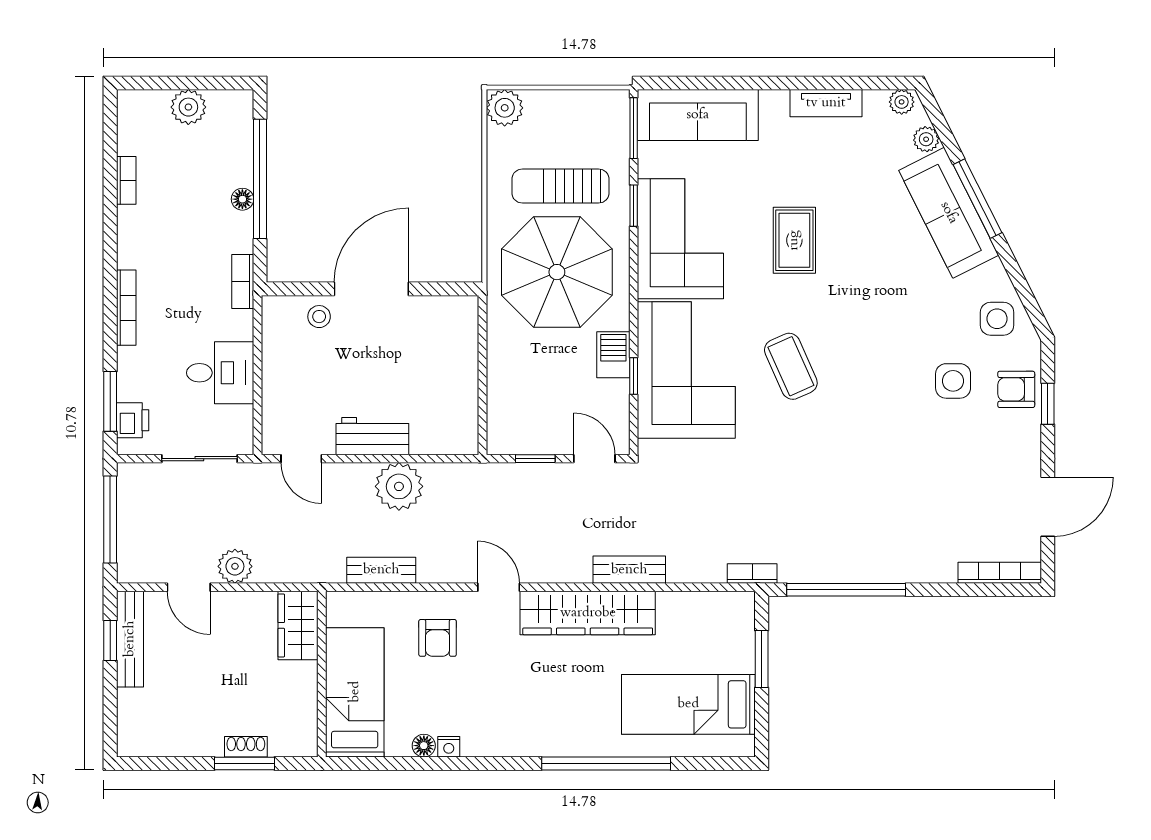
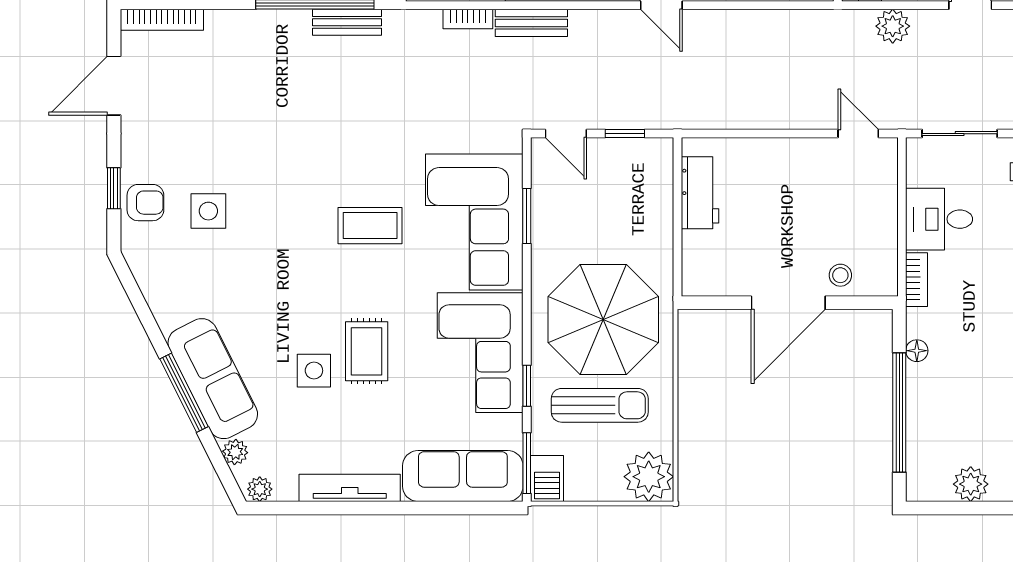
tv unit: (826, 103) -> (350, 488), width x1.41
plant: (505, 108) -> (649, 477), width x1.36, depth x1.36
floor lamp: (242, 199) -> (917, 351), moved
bookcase: (243, 282) -> (917, 280), moved
side table: (997, 319) -> (314, 371), moved
barbecue: (613, 355) -> (547, 479), moved
coffee table: (791, 366) -> (370, 226), turned -66
window: (634, 376) -> (527, 216), width x1.50
workbench: (372, 436) -> (700, 193), moved, turned -90
plant: (399, 486) -> (761, 106), removed
plant: (235, 566) -> (893, 26), moved
bench: (381, 570) -> (347, 22), moved
bookcase: (752, 573) -> (468, 19), moved

